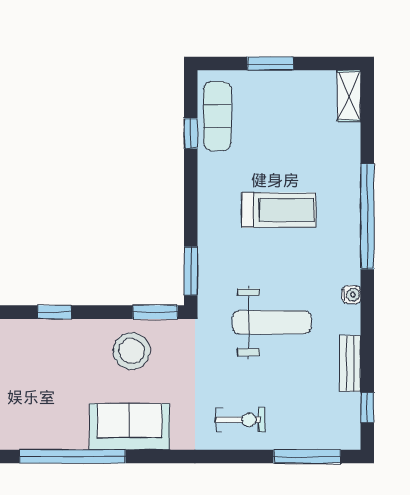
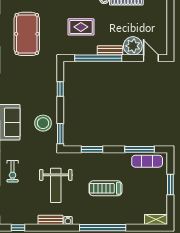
window: (191, 133) -> (139, 149), width x2.17
treadmill: (279, 210) -> (105, 188), turned 90
window: (191, 271) -> (92, 149), moved
bench: (350, 364) -> (51, 220), moved

